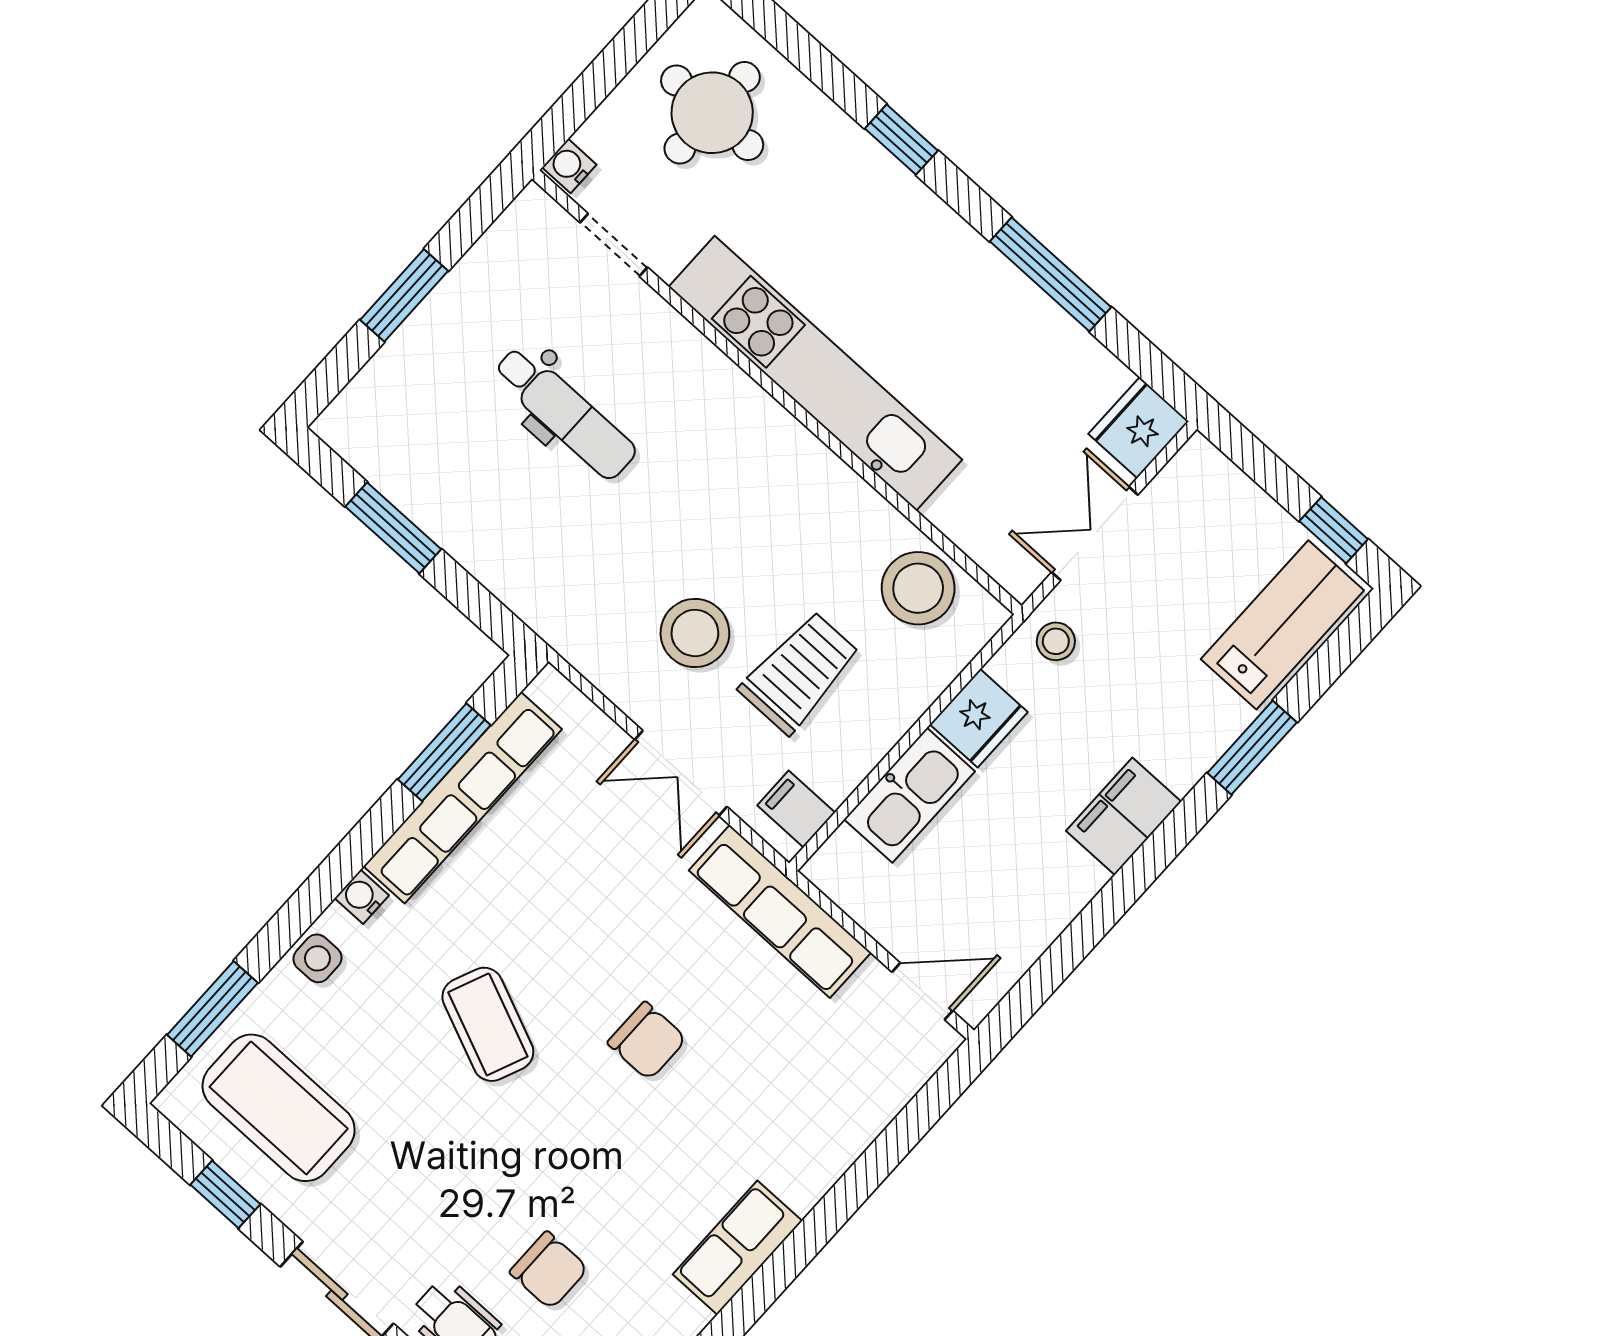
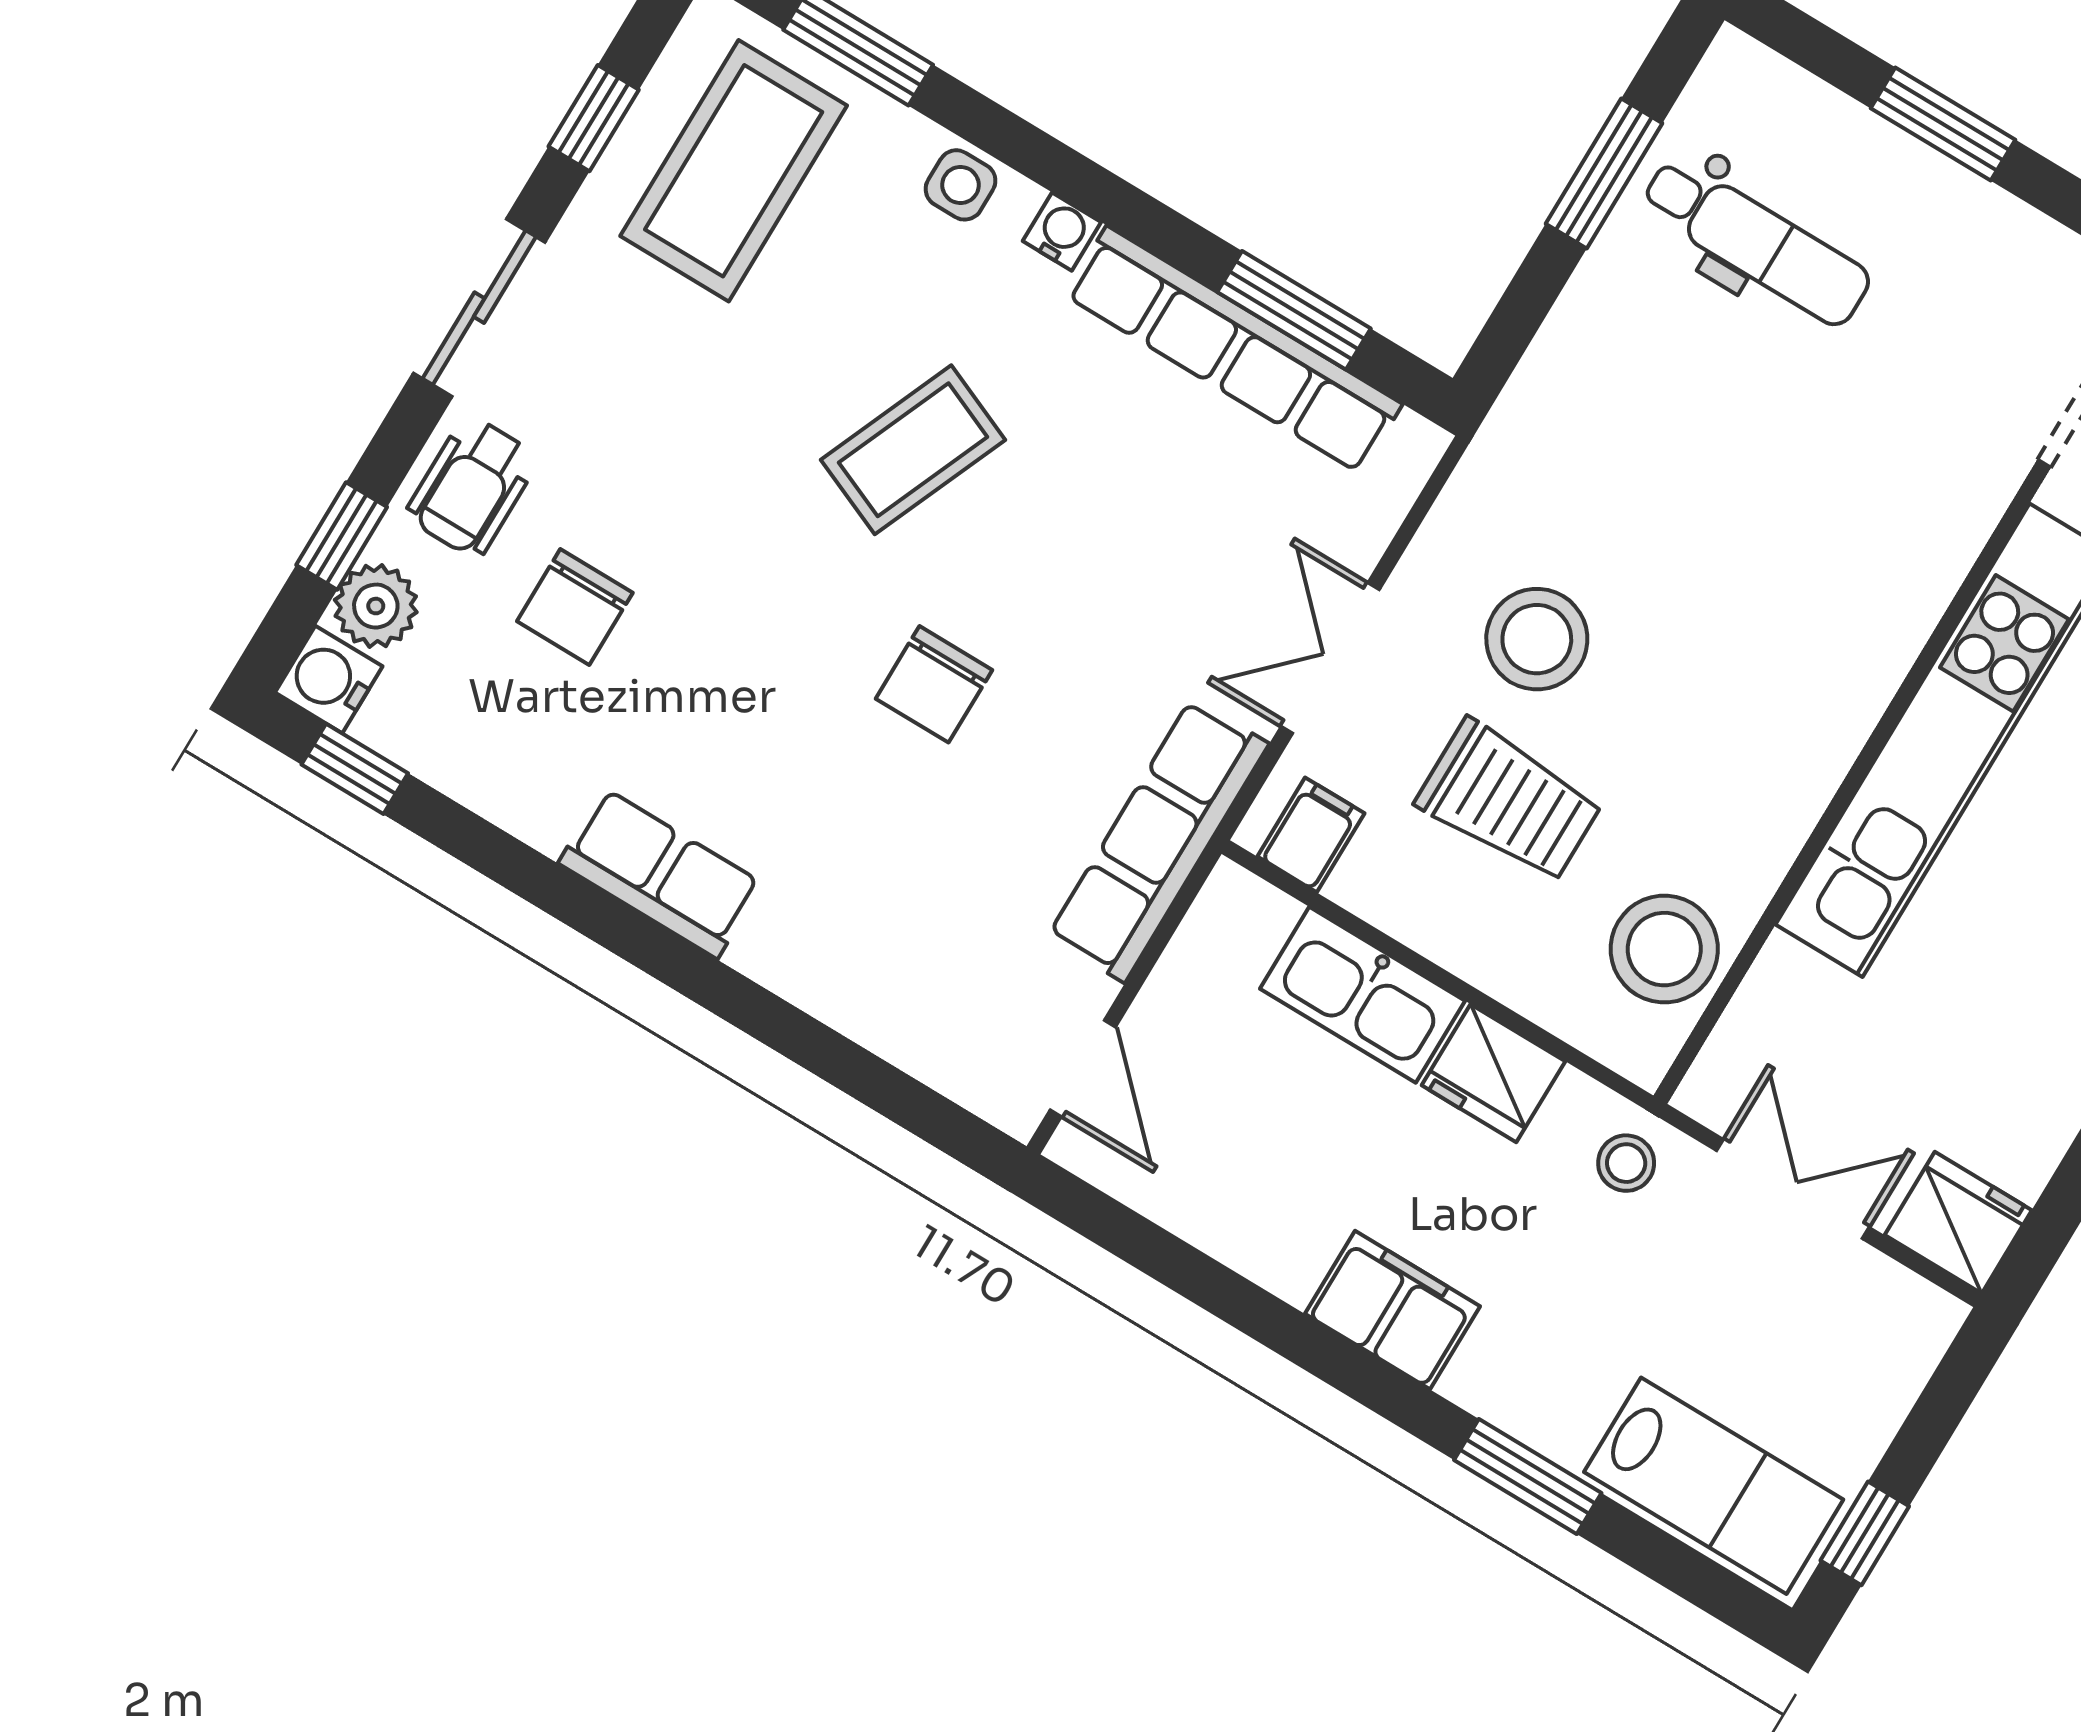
dental chair: (565, 413) -> (1756, 242), moved, turned -90

